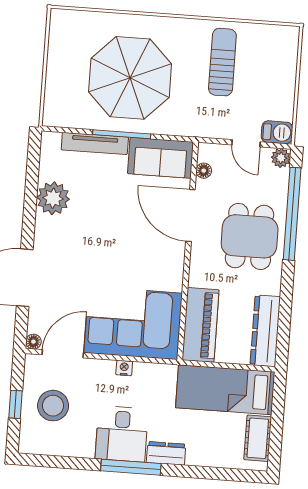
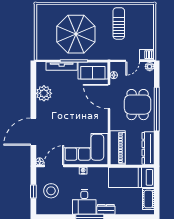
door: (246, 143) -> (133, 61), hinge flipped
window: (292, 214) -> (157, 109), moved

